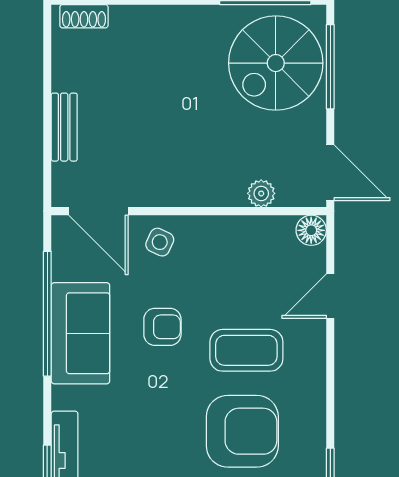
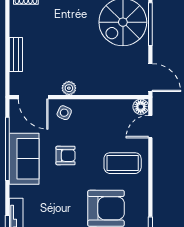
plant: (261, 193) -> (69, 88), moved
door: (330, 296) -> (150, 127), moved
coffee table: (246, 350) -> (123, 163), moved

